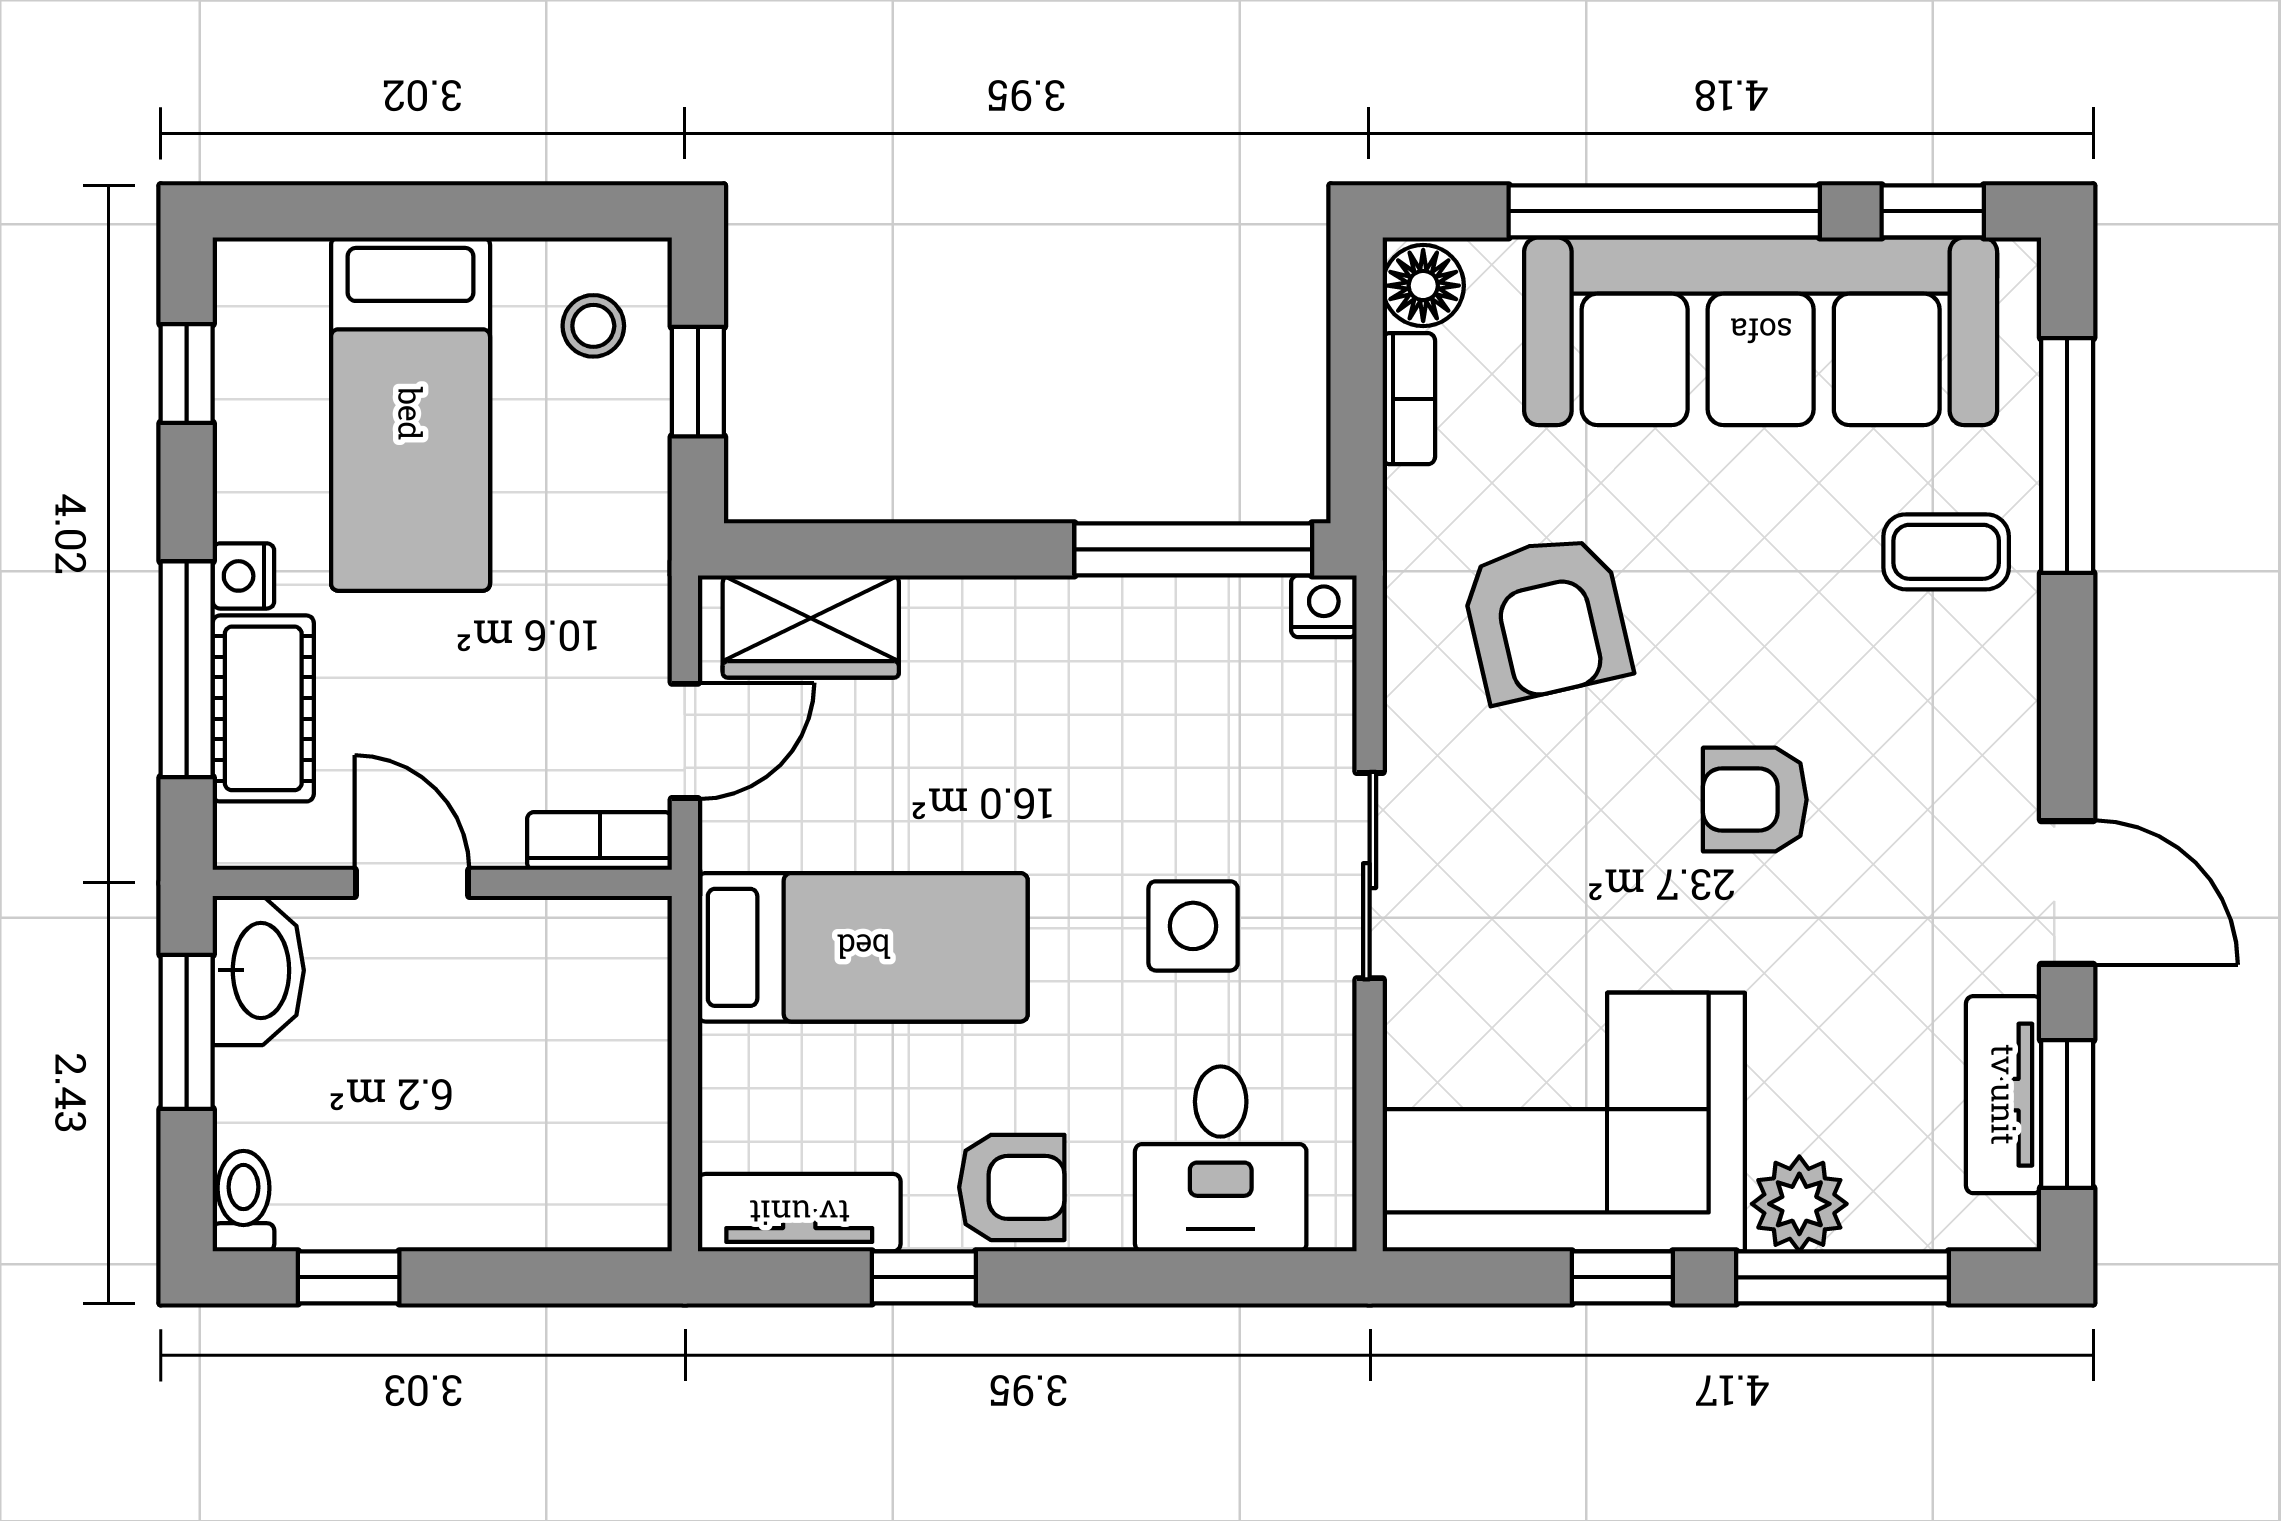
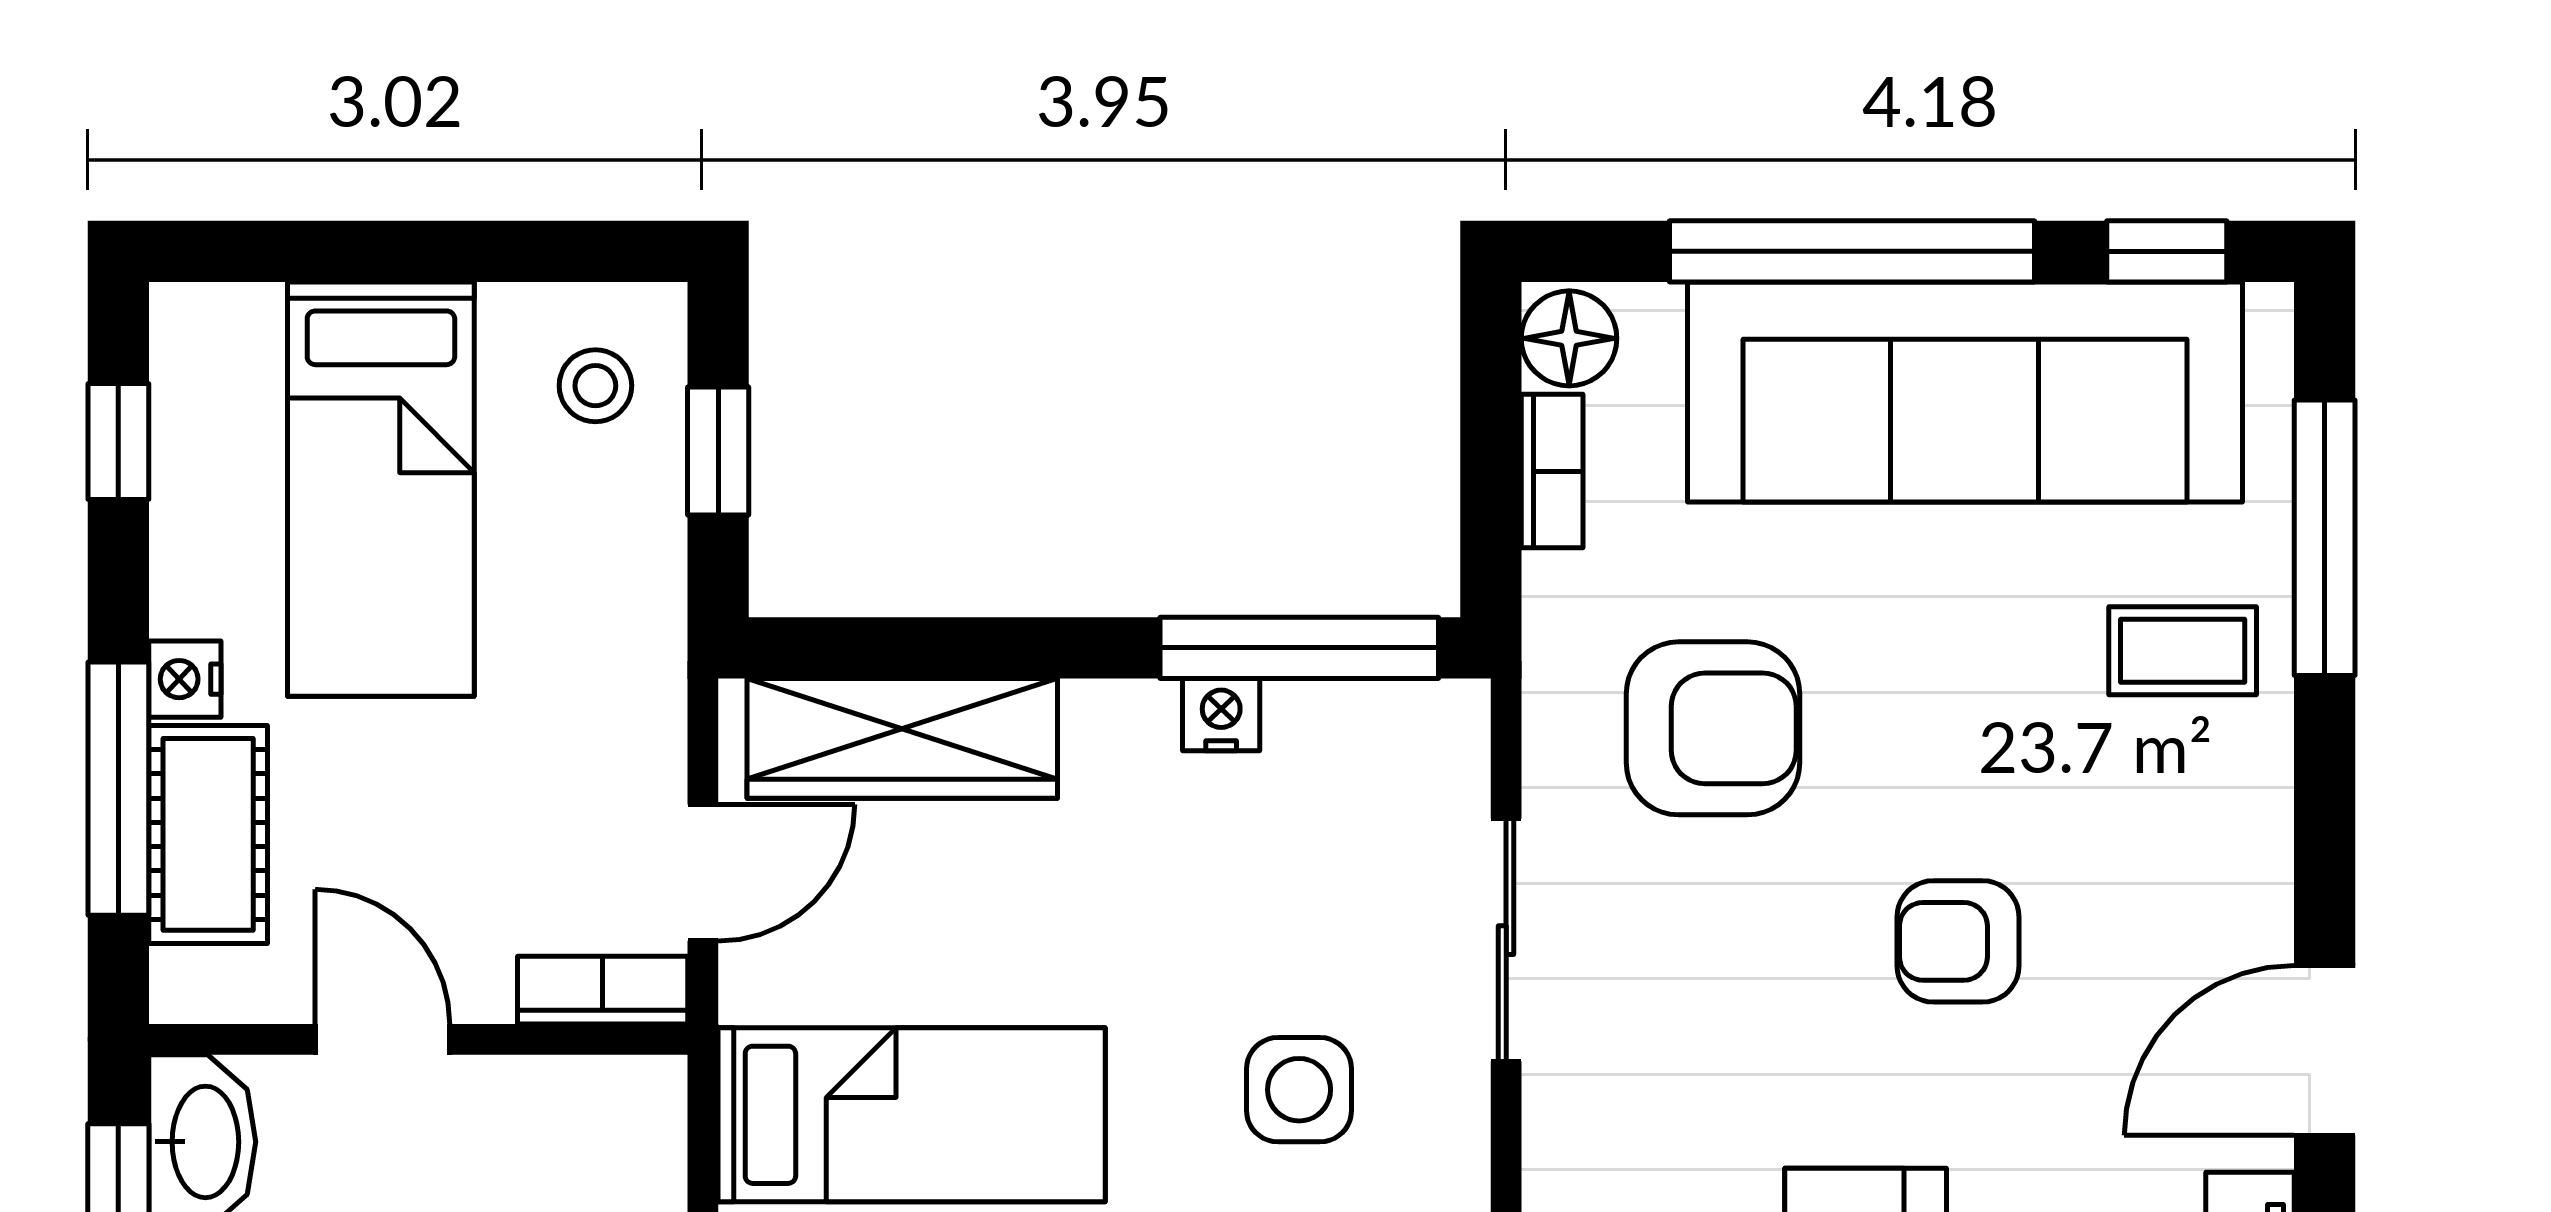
nightstand: (1324, 606) -> (1221, 715), moved
armchair: (1546, 618) -> (1713, 728), turned -77
wardrobe: (811, 626) -> (902, 738), width x1.50
sliding door: (1370, 876) -> (1506, 940), moved
door: (2067, 893) -> (2325, 1051), swing flipped

